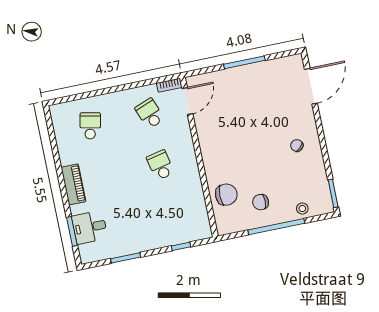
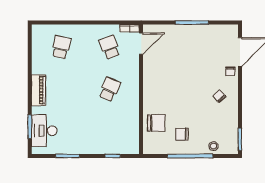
chair: (304, 112) -> (230, 71), added
school desk: (160, 165) -> (110, 89), turned 36
desk: (90, 227) -> (44, 131), width x1.37

